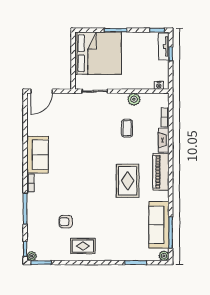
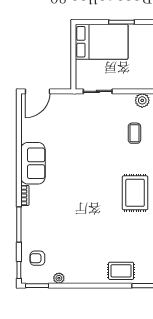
bed: (98, 53) -> (102, 42), width x0.73
armchair: (66, 222) -> (37, 258), moved
rug: (83, 246) -> (121, 271), moved
plant: (32, 256) -> (59, 278), moved

